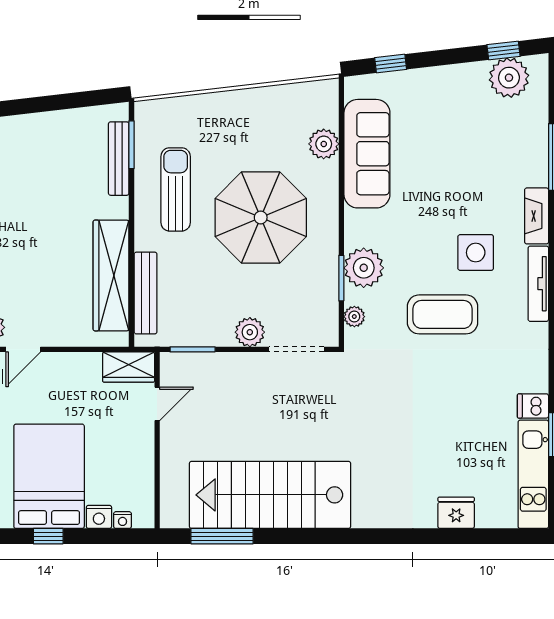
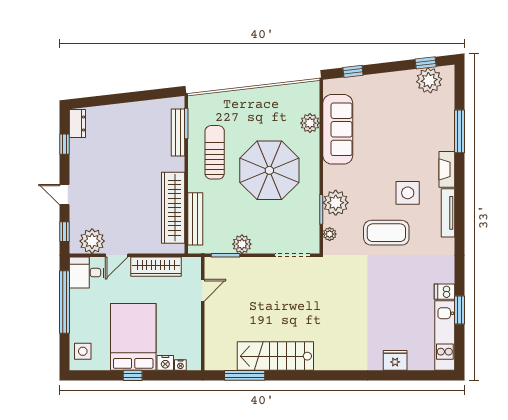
plant: (250, 332) -> (242, 244), moved
wardrobe: (129, 367) -> (156, 267), moved, width x1.50
stairs: (270, 495) -> (275, 356), width x0.73, depth x0.66

